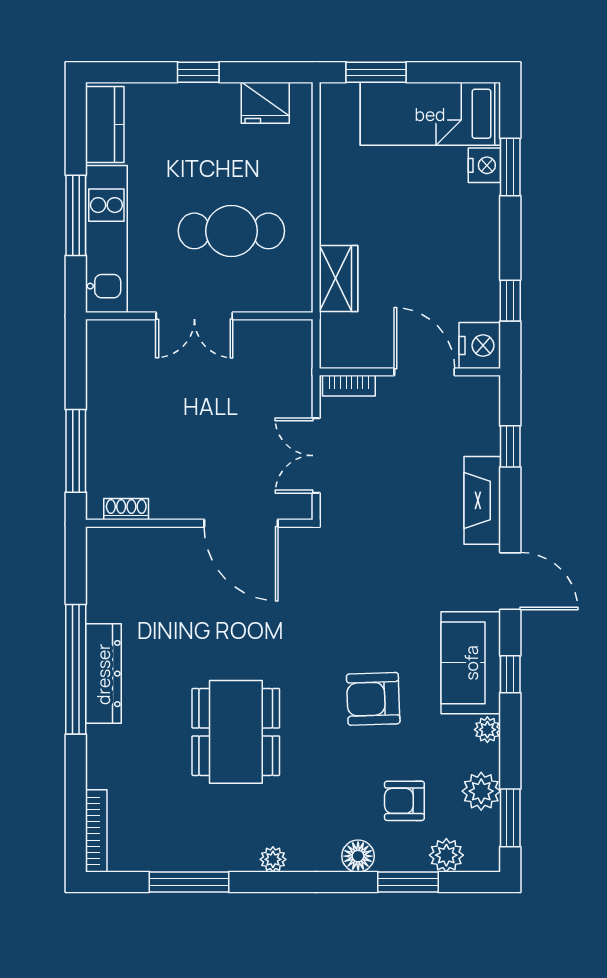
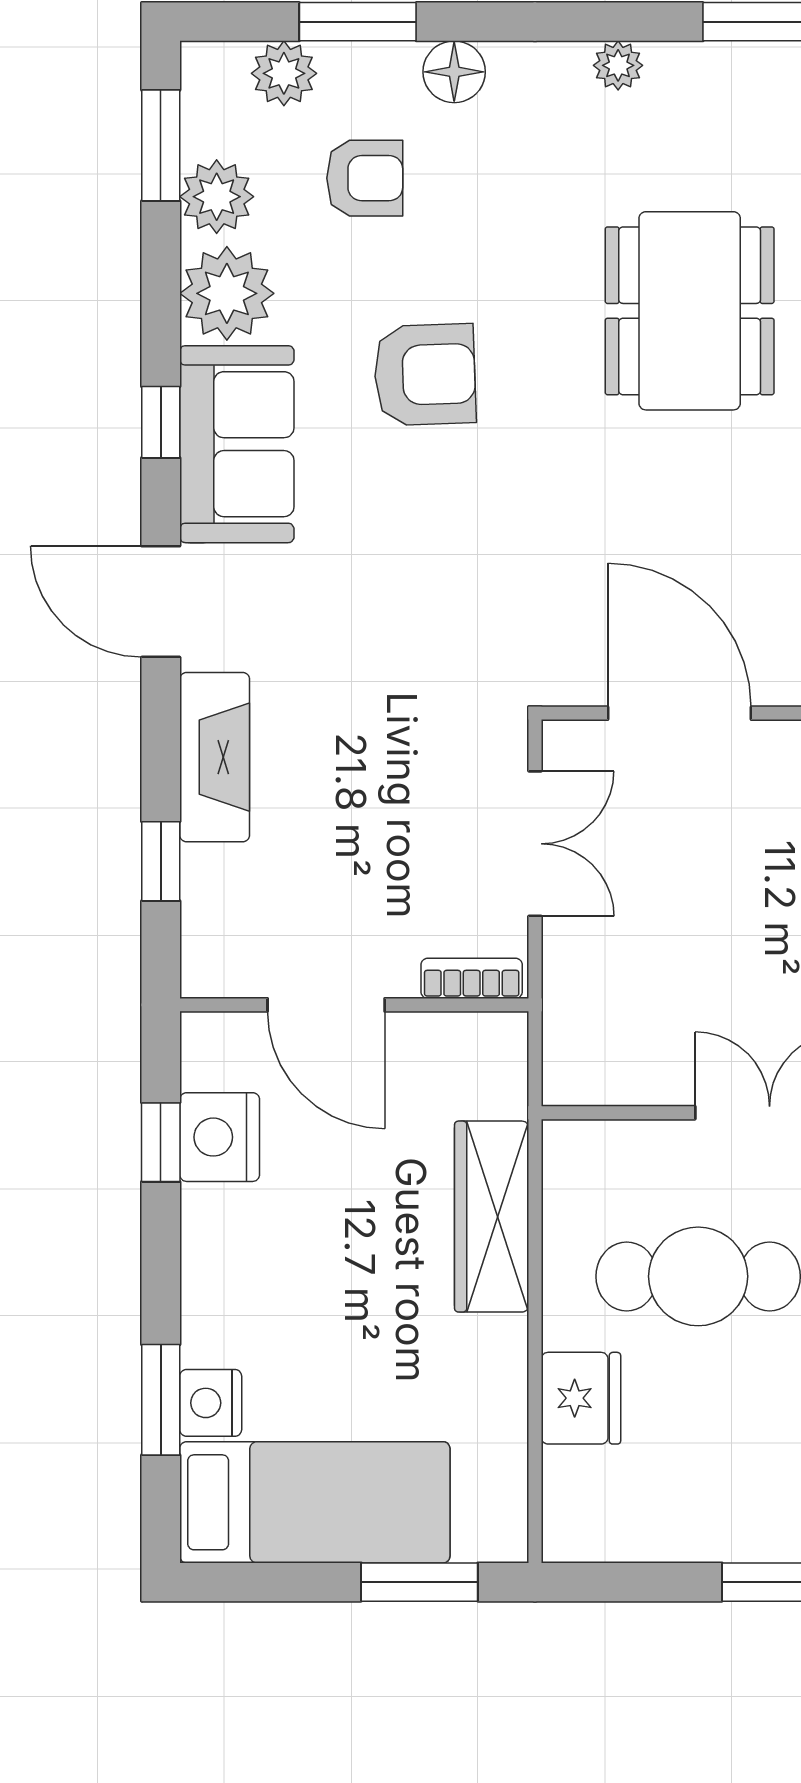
fridge: (265, 103) -> (581, 1398), moved, turned 90
wardrobe: (339, 279) -> (492, 1217), width x1.50
nightstand: (480, 345) -> (220, 1137), moved
plant: (487, 730) -> (227, 293), width x1.88, depth x1.88

